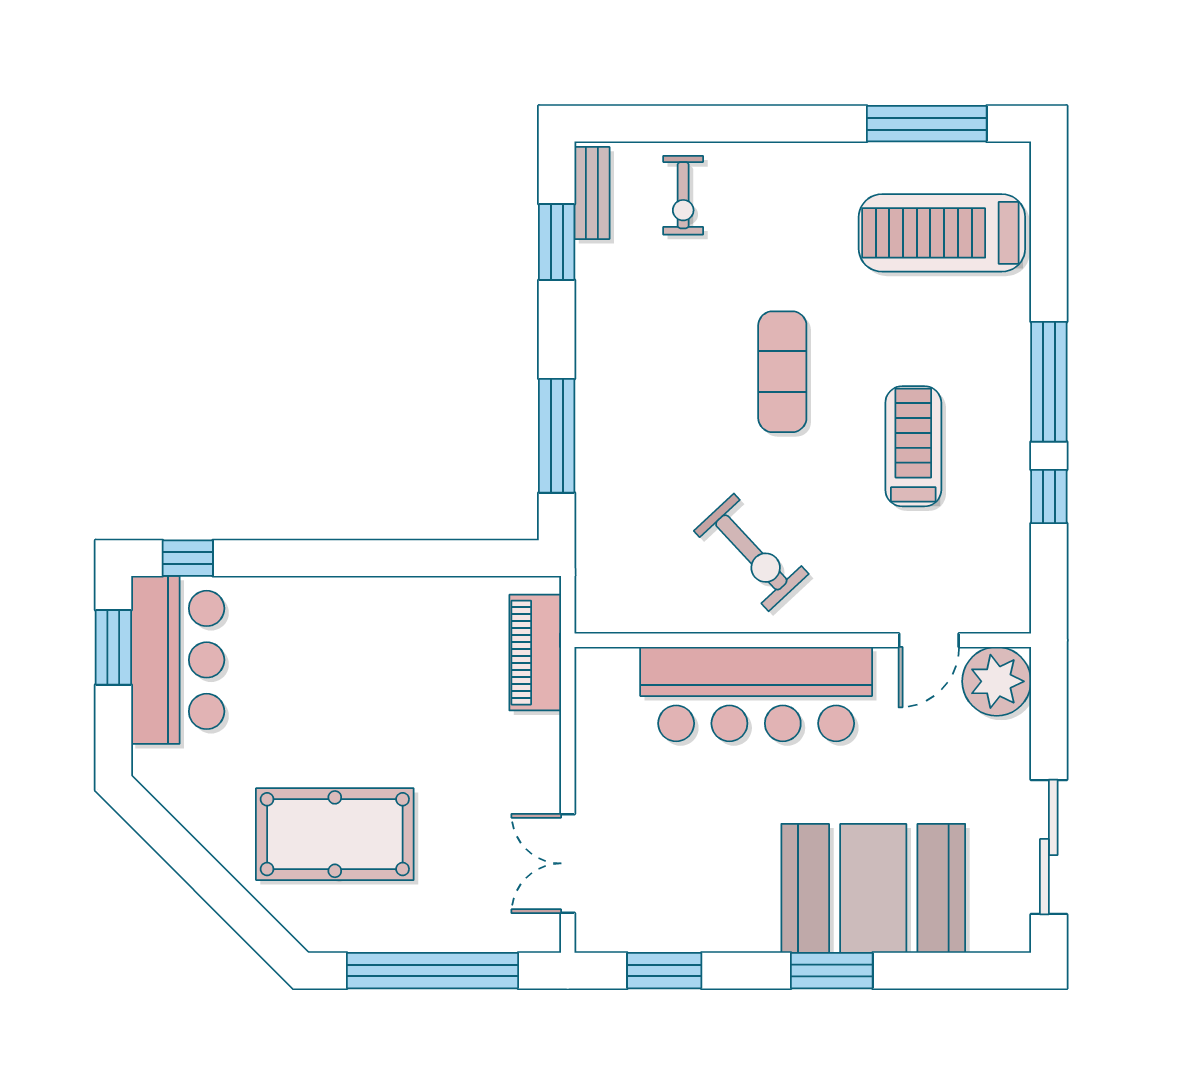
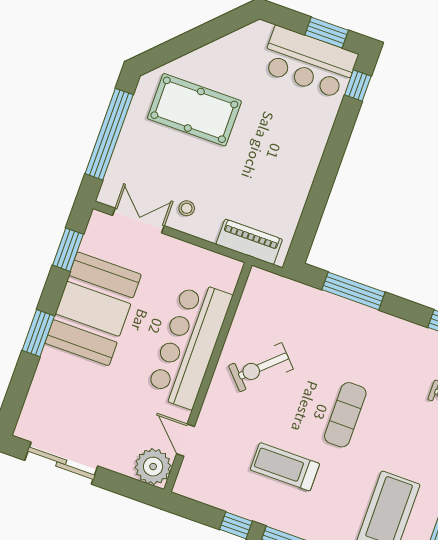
exercise mat: (782, 372) -> (345, 415), turned 90
treadmill: (913, 446) -> (285, 467), turned 180
stool: (515, 785) -> (187, 208), added
pool table: (335, 834) -> (194, 110), turned 90
booth: (873, 888) -> (93, 309), moved

